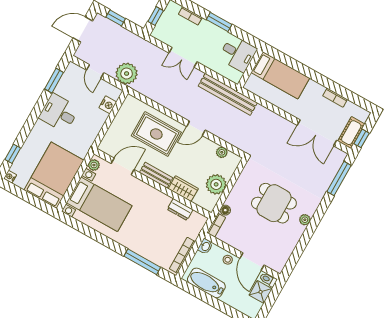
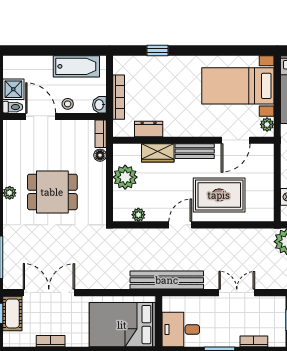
bed: (280, 75) -> (122, 325), width x1.50
bookcase: (182, 255) -> (119, 97), moved
window: (142, 262) -> (157, 50), width x0.46

